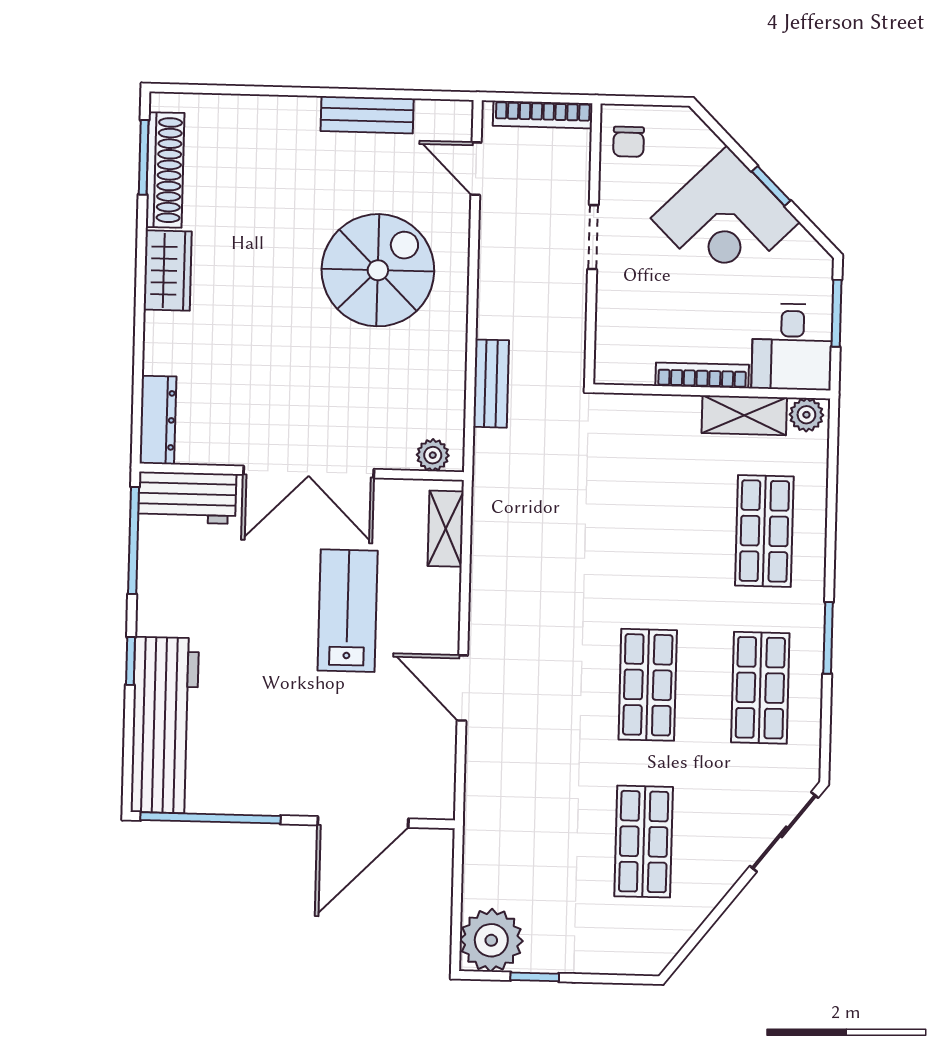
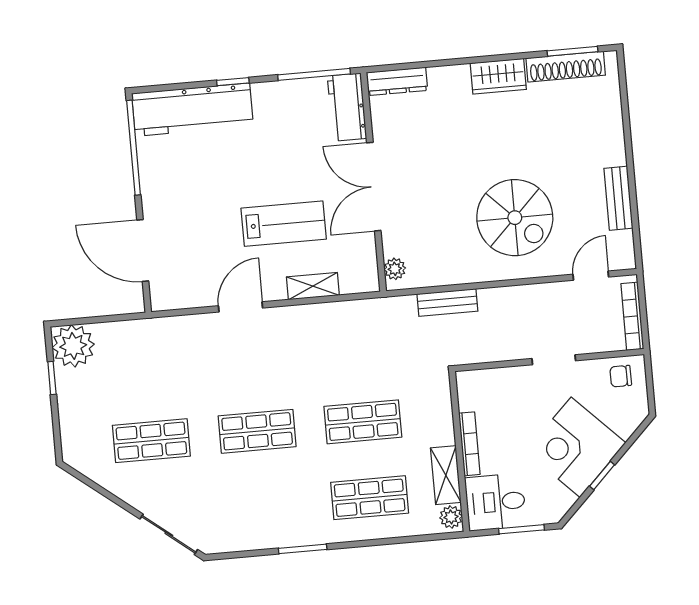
shelving: (446, 529) -> (313, 286), moved
shop shelf: (760, 688) -> (363, 422), moved

